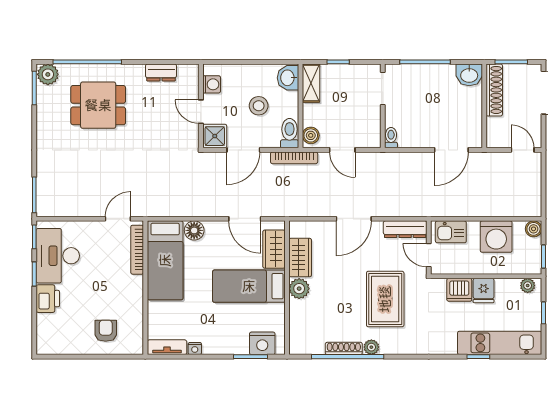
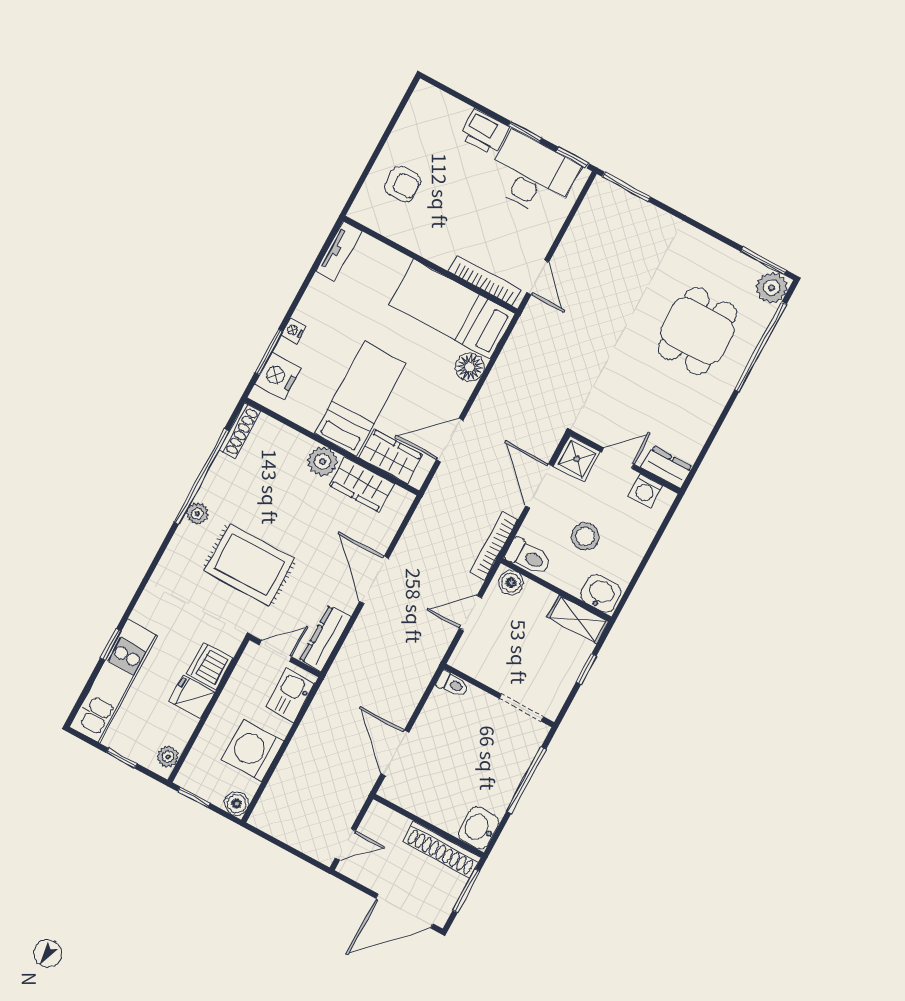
dresser: (161, 72) -> (667, 467), moved, turned 90
nightstand: (195, 348) -> (294, 331), moved
shoe rack: (344, 348) -> (240, 430), moved

